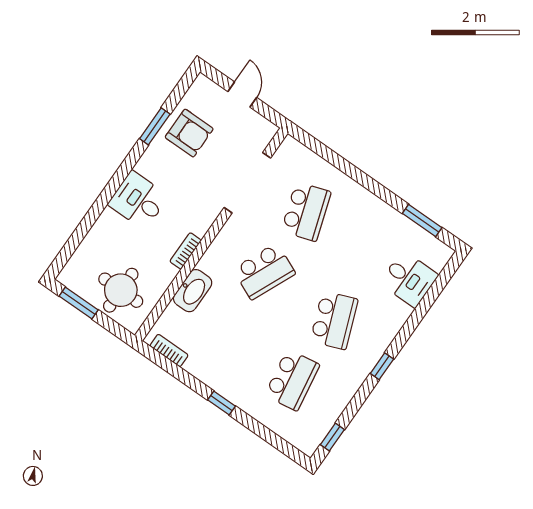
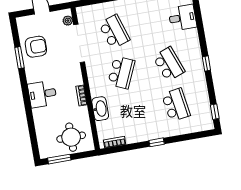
plant: (262, 140) -> (68, 21), added

